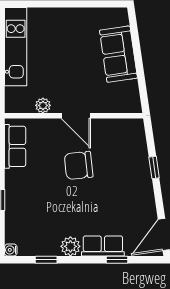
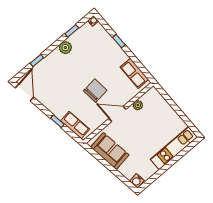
water cooler: (120, 17) -> (137, 181), added
kitchen unit: (16, 47) -> (174, 148), moved, turned 90
sofa: (118, 54) -> (110, 151), moved
row of seats: (103, 246) -> (75, 125), moved, turned -98

